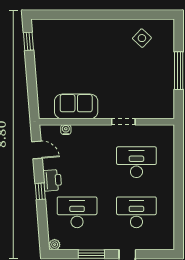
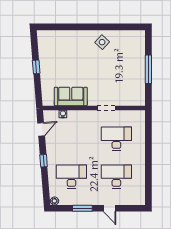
side table: (142, 38) -> (102, 42), moved
window: (28, 41) -> (36, 67), moved
door: (37, 150) -> (41, 129), hinge flipped
printer: (52, 180) -> (53, 152), removed

